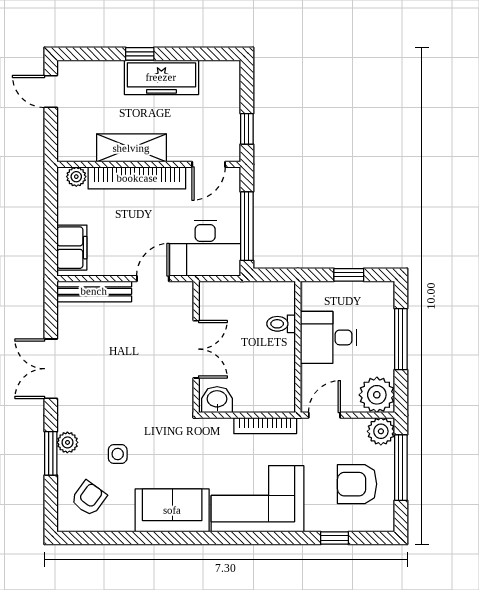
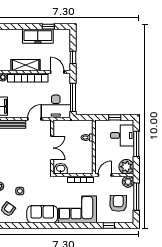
window: (140, 54) -> (48, 27), moved
door: (209, 164) -> (57, 72), swing flipped
desk: (328, 337) -> (122, 135), moved, turned 180
armchair: (357, 484) -> (118, 203), turned 91

